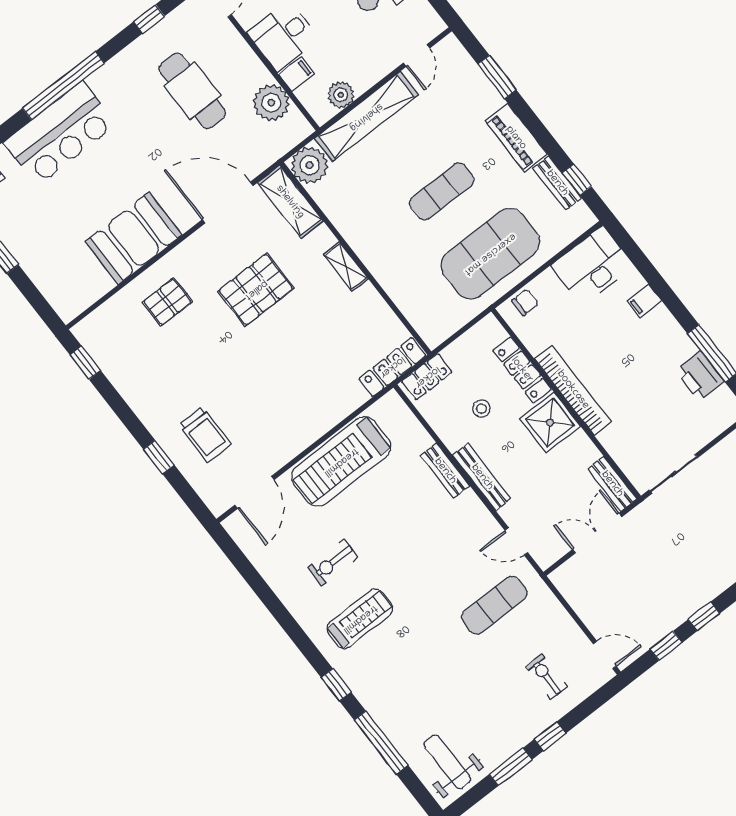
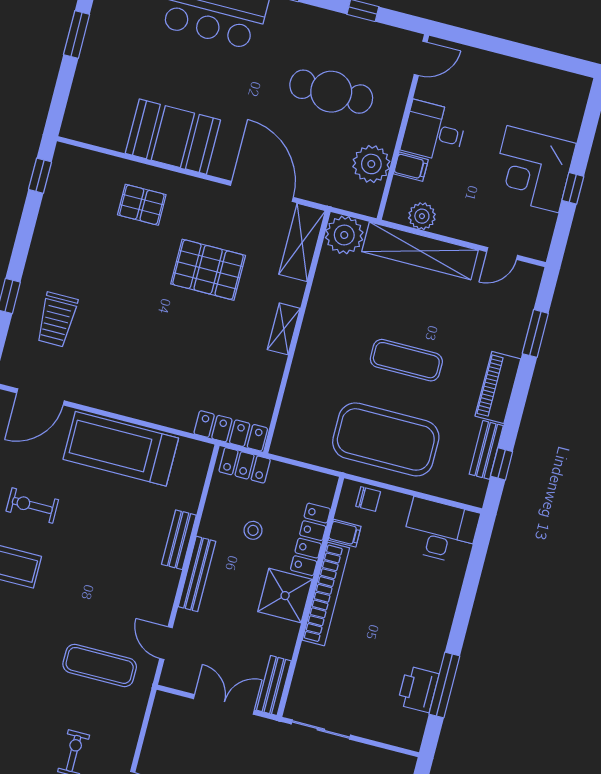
cafe table: (192, 91) -> (331, 92), turned 90
filing cabinet: (644, 301) -> (345, 533), moved, turned 180

